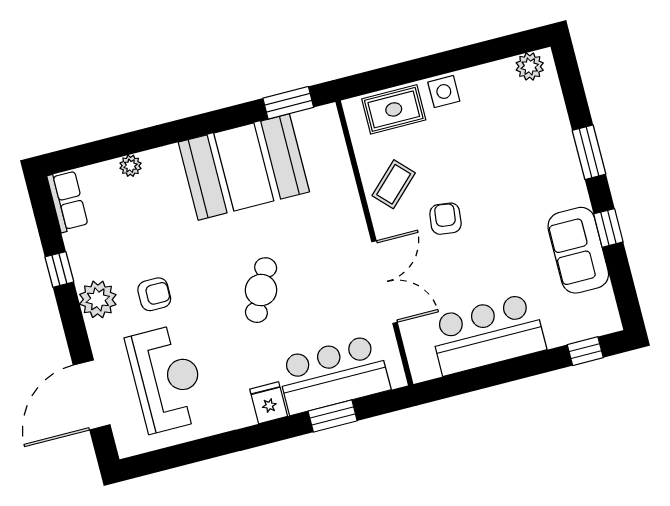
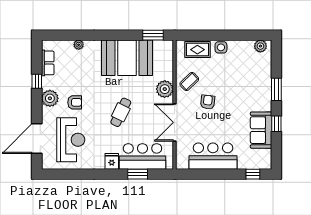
row of seats: (68, 201) -> (48, 63), moved
plant: (344, 215) -> (165, 89), added
double door: (384, 282) -> (175, 122), swing flipped

